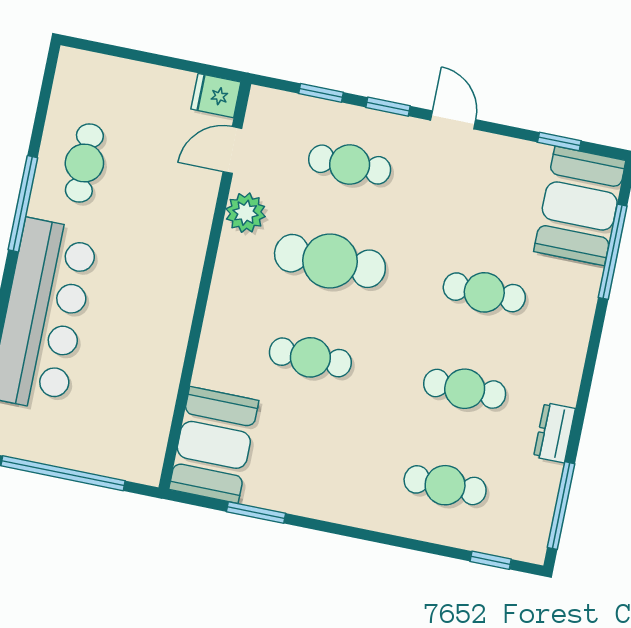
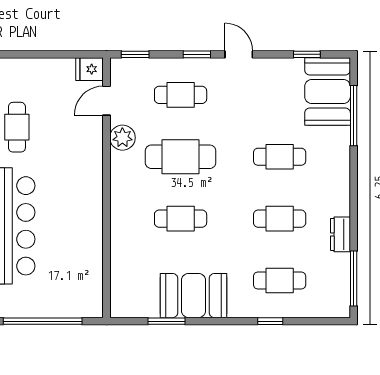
window: (321, 93) -> (135, 54), moved
booth: (214, 445) -> (194, 296), moved, turned 90
window: (491, 560) -> (270, 321), moved

